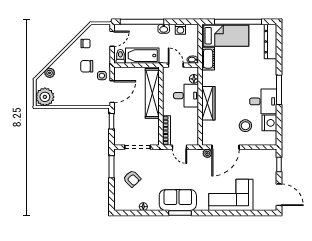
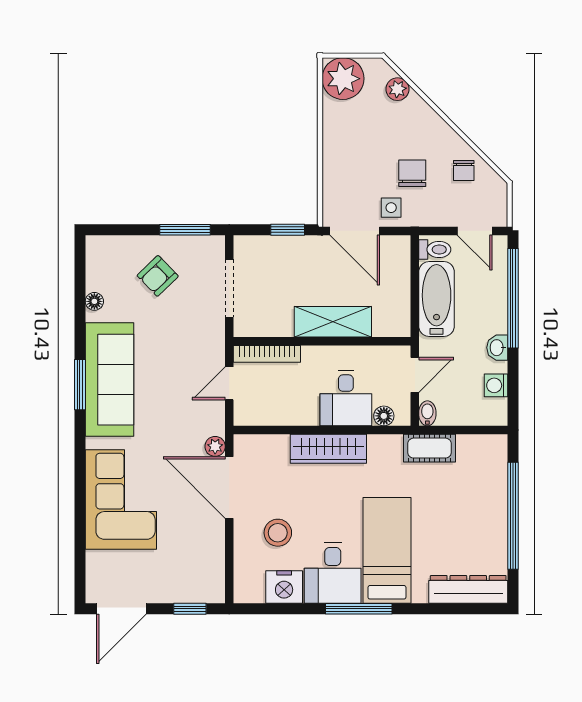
bed: (225, 36) -> (387, 550), moved, turned 180
shelving: (152, 93) -> (333, 322), width x0.68
sofa: (178, 200) -> (110, 380), width x1.36

